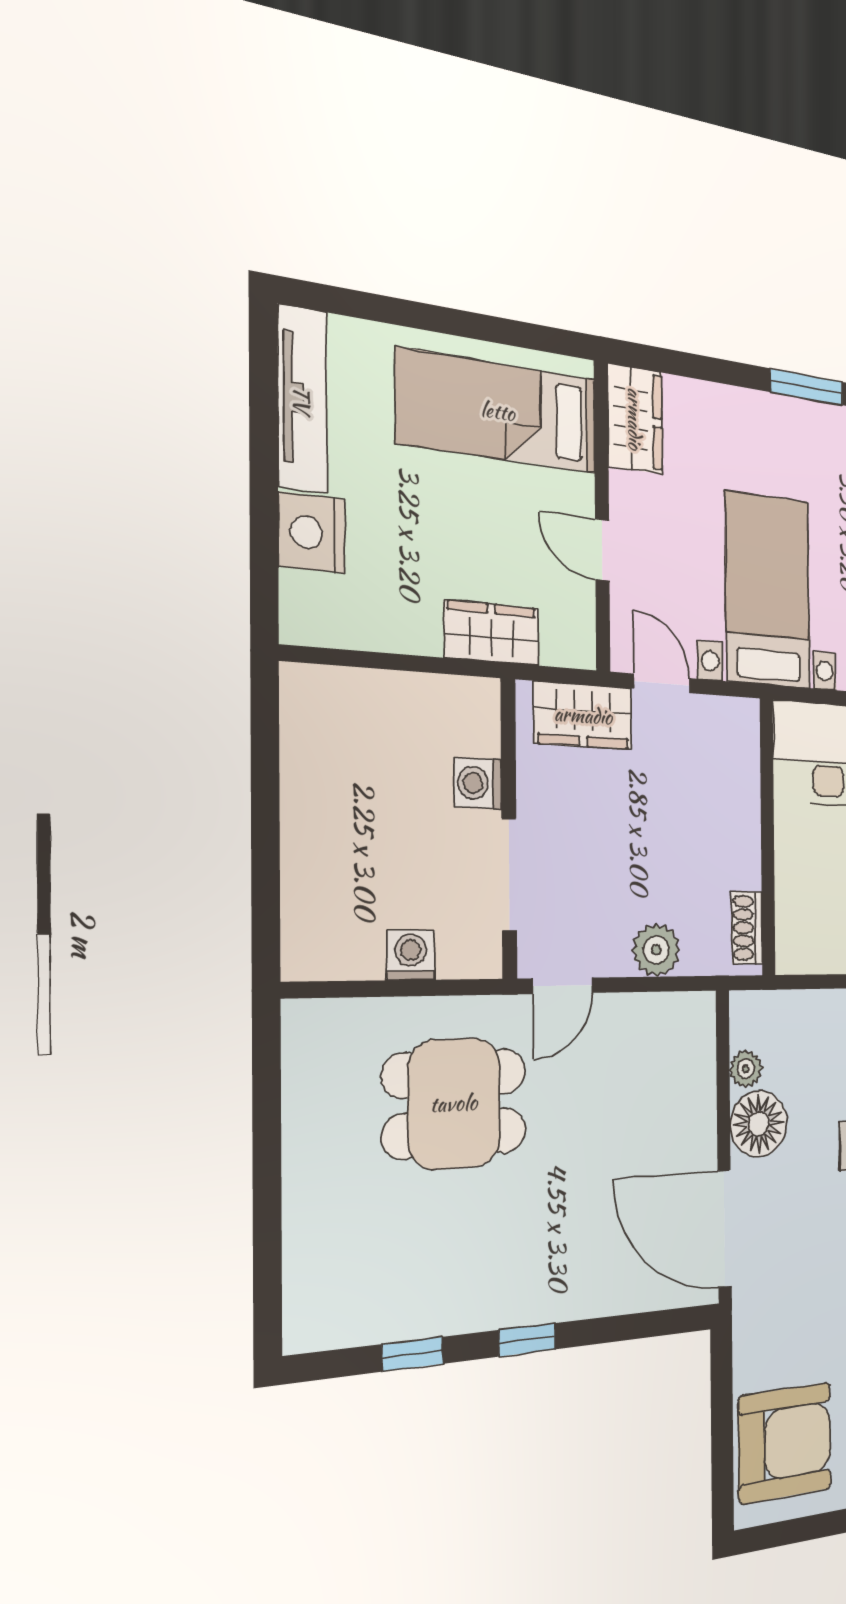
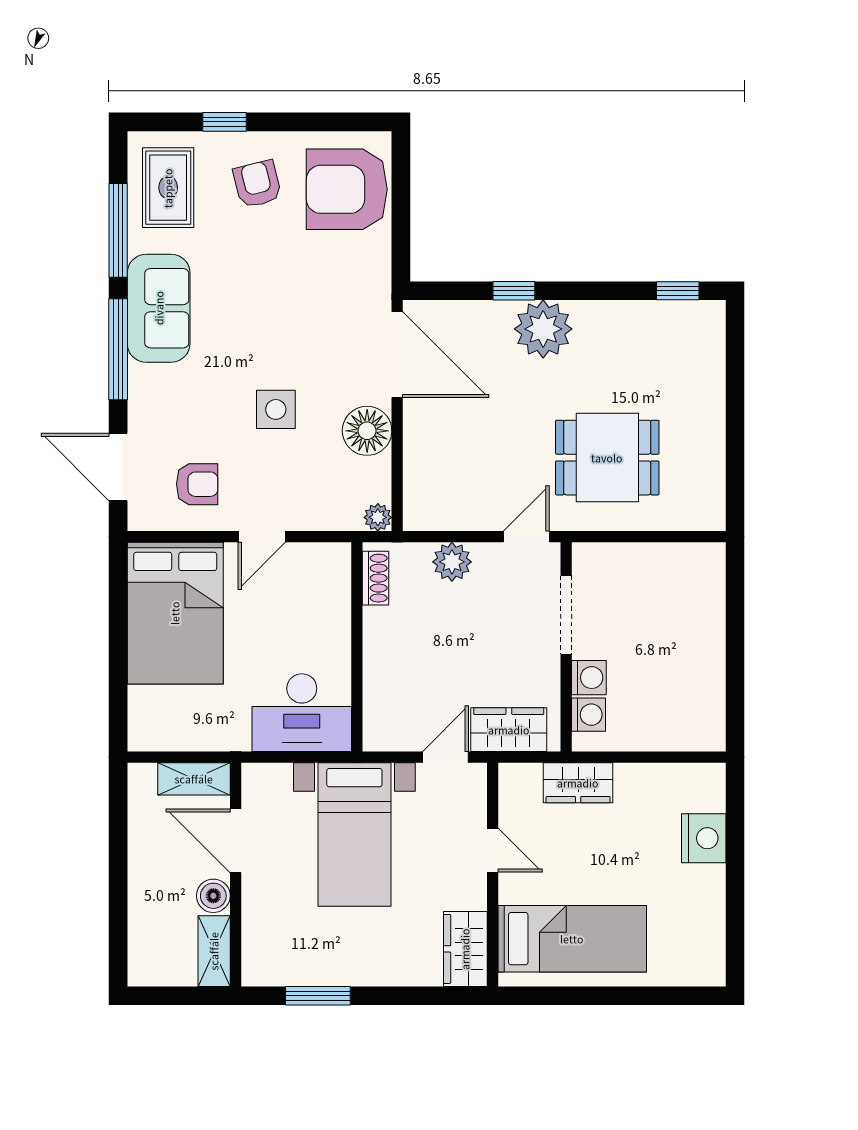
tv unit: (302, 399) -> (709, 926), removed
door: (662, 683) -> (445, 757), swing flipped
washing machine: (411, 955) -> (588, 715), moved, turned -90
plant: (746, 1069) -> (378, 517), moved
plant: (543, 1283) -> (543, 329), added
window: (527, 1340) -> (514, 291), moved
window: (413, 1354) -> (678, 291), moved

